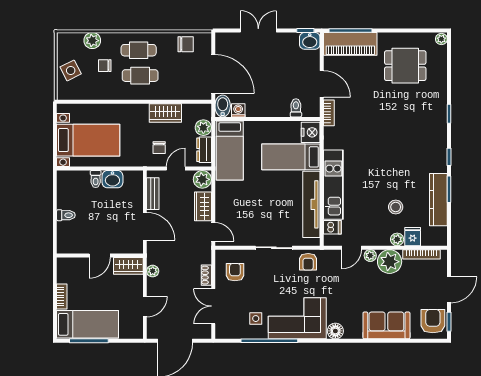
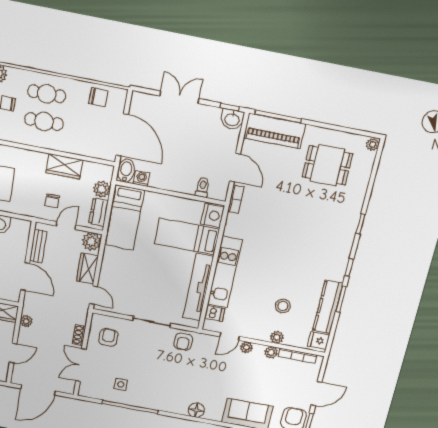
fridge: (413, 237) -> (319, 341), moved, turned -90
plant: (390, 262) -> (271, 352), width x0.53, depth x0.53
corner sofa: (297, 318) -> (162, 392), removed

